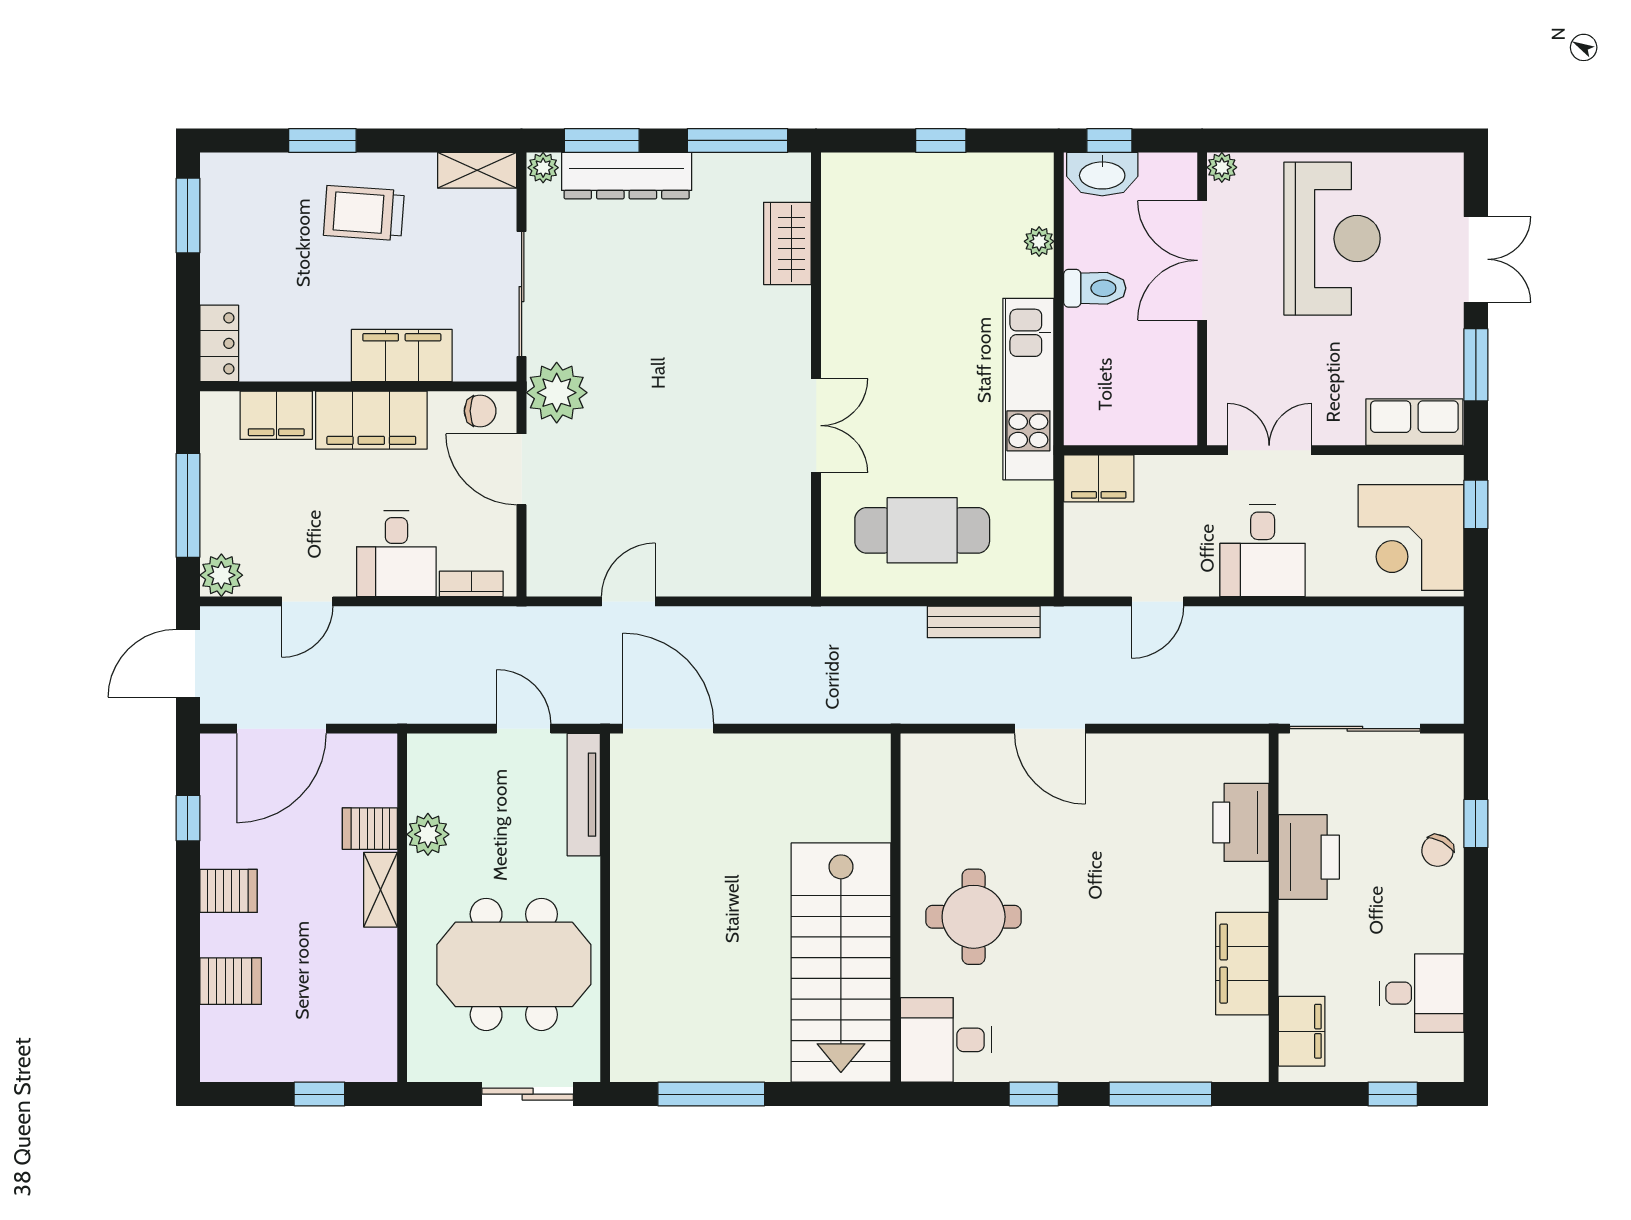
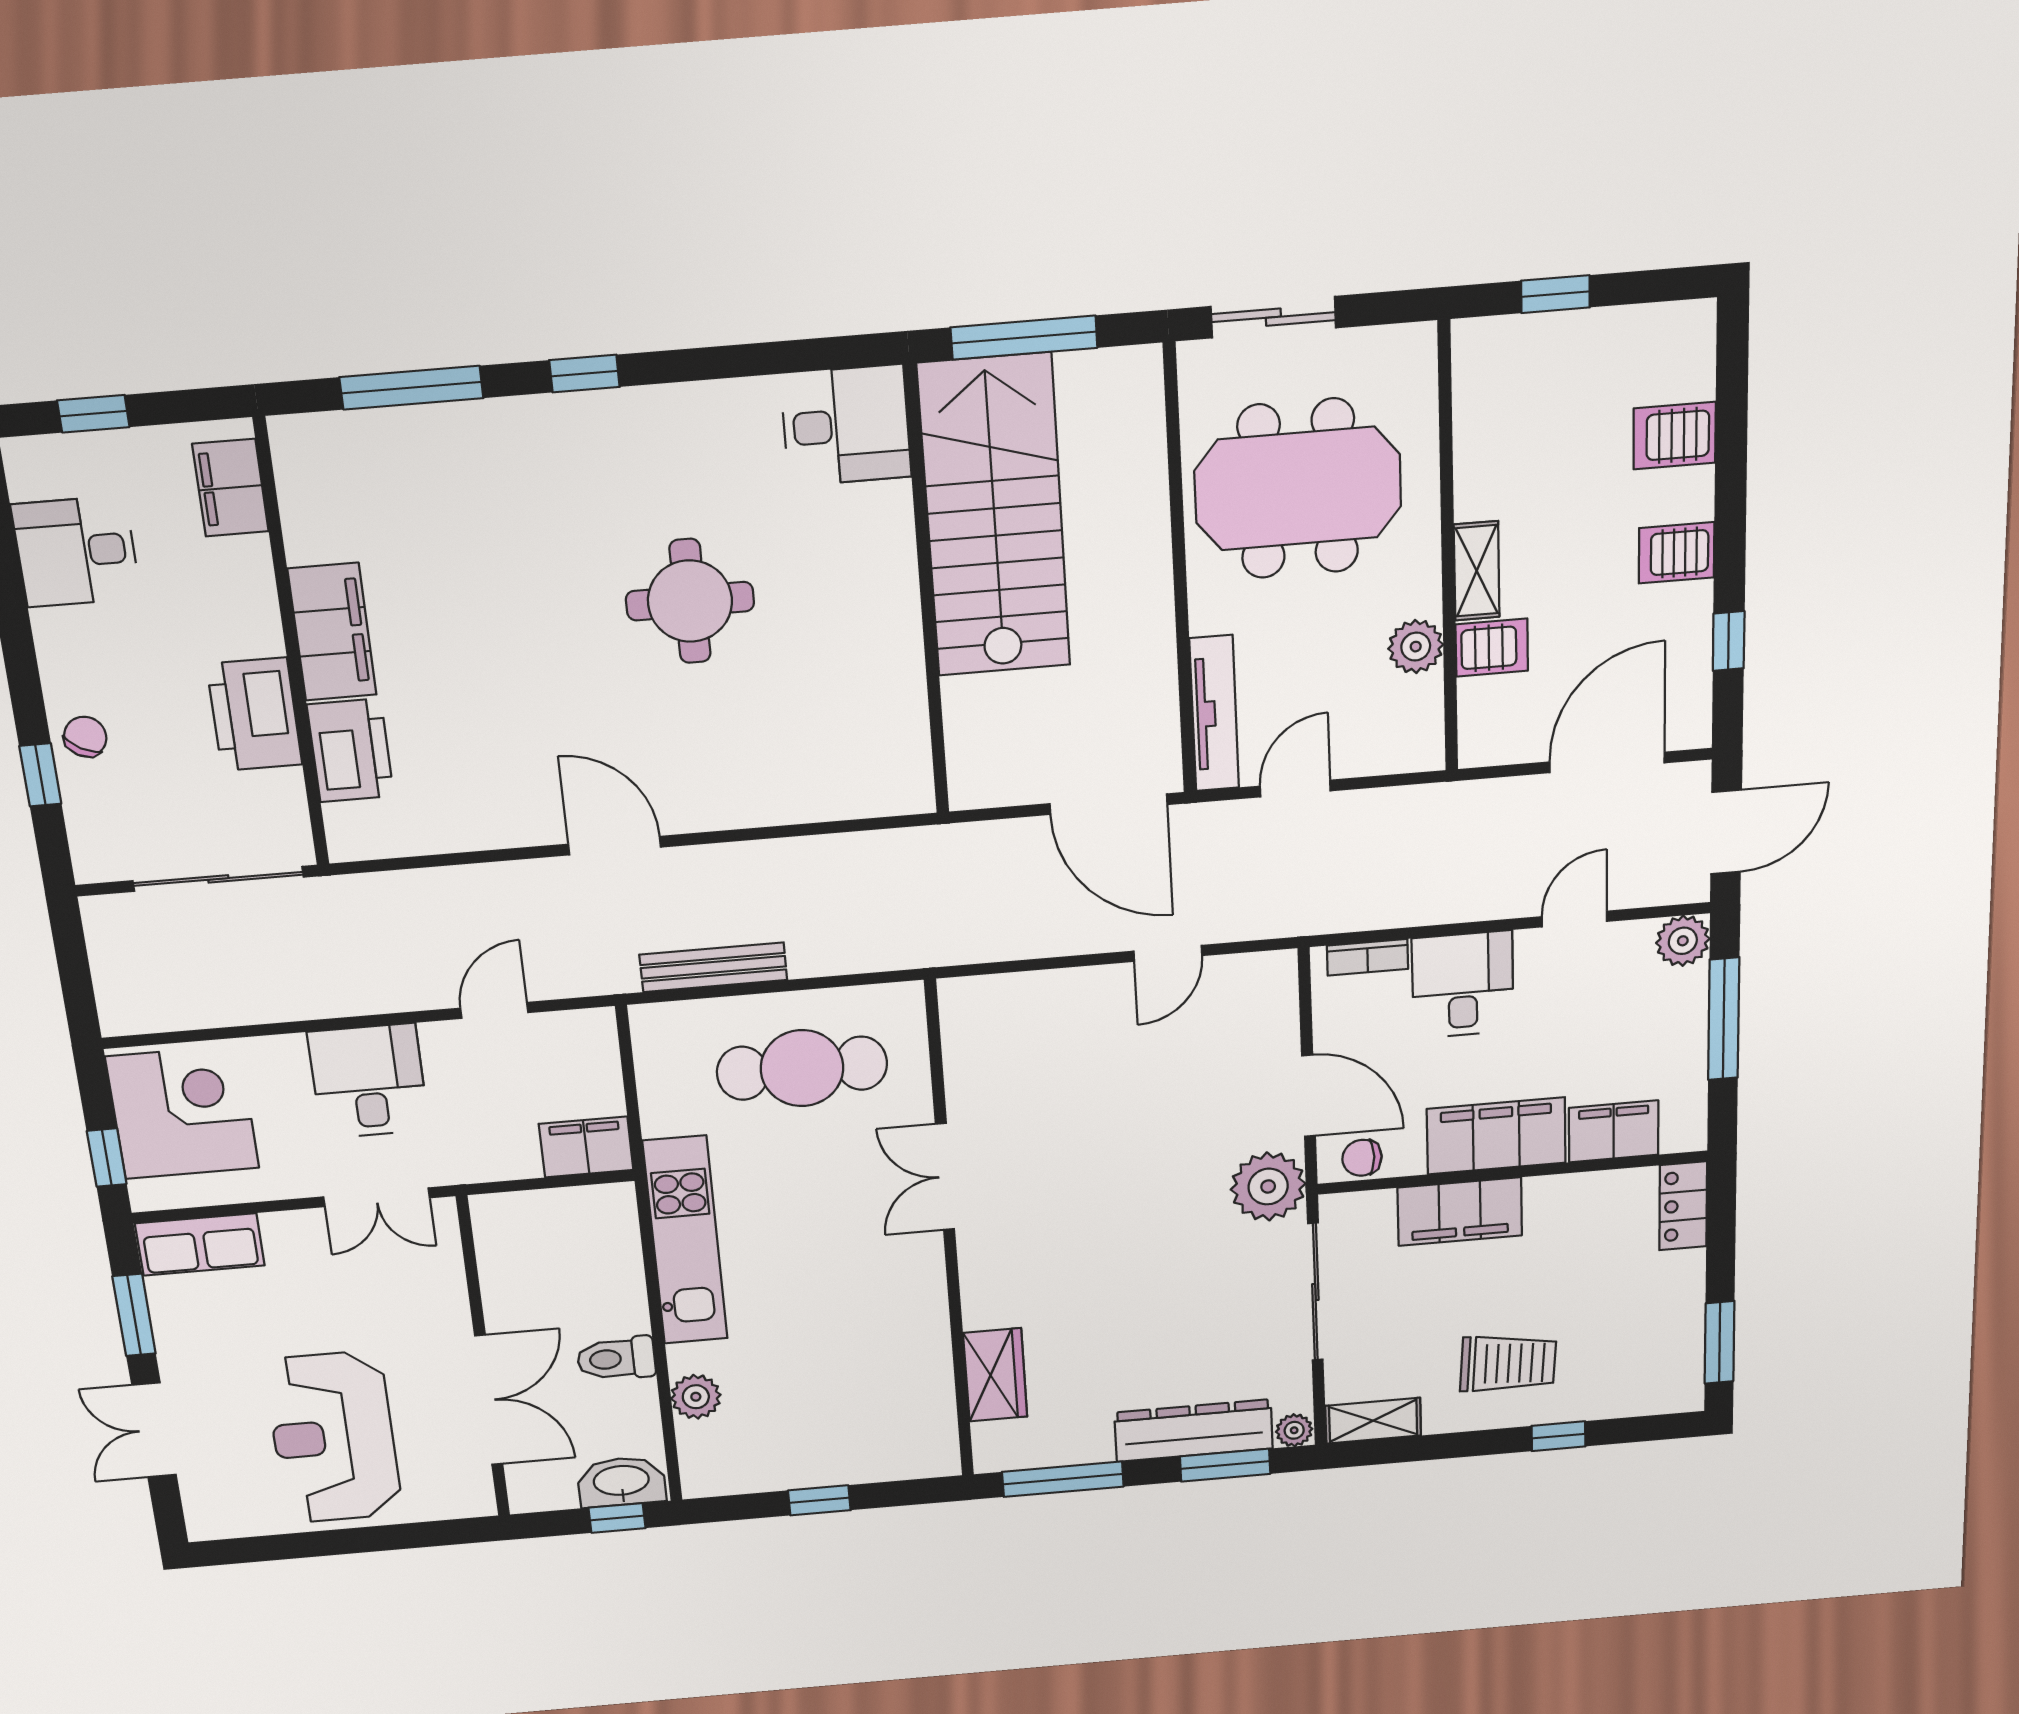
window: (322, 140) -> (1558, 1436), width x0.67
plant: (1222, 167) -> (478, 1501), removed
plant: (1039, 241) -> (696, 1397), width x1.38, depth x1.38
door: (524, 729) -> (1295, 789), swing flipped
wall: (896, 908) -> (927, 593), moved
stairs: (841, 963) -> (994, 516), moved
filing cabinet: (1242, 964) -> (332, 632), moved
desk: (946, 1040) -> (846, 425), moved

